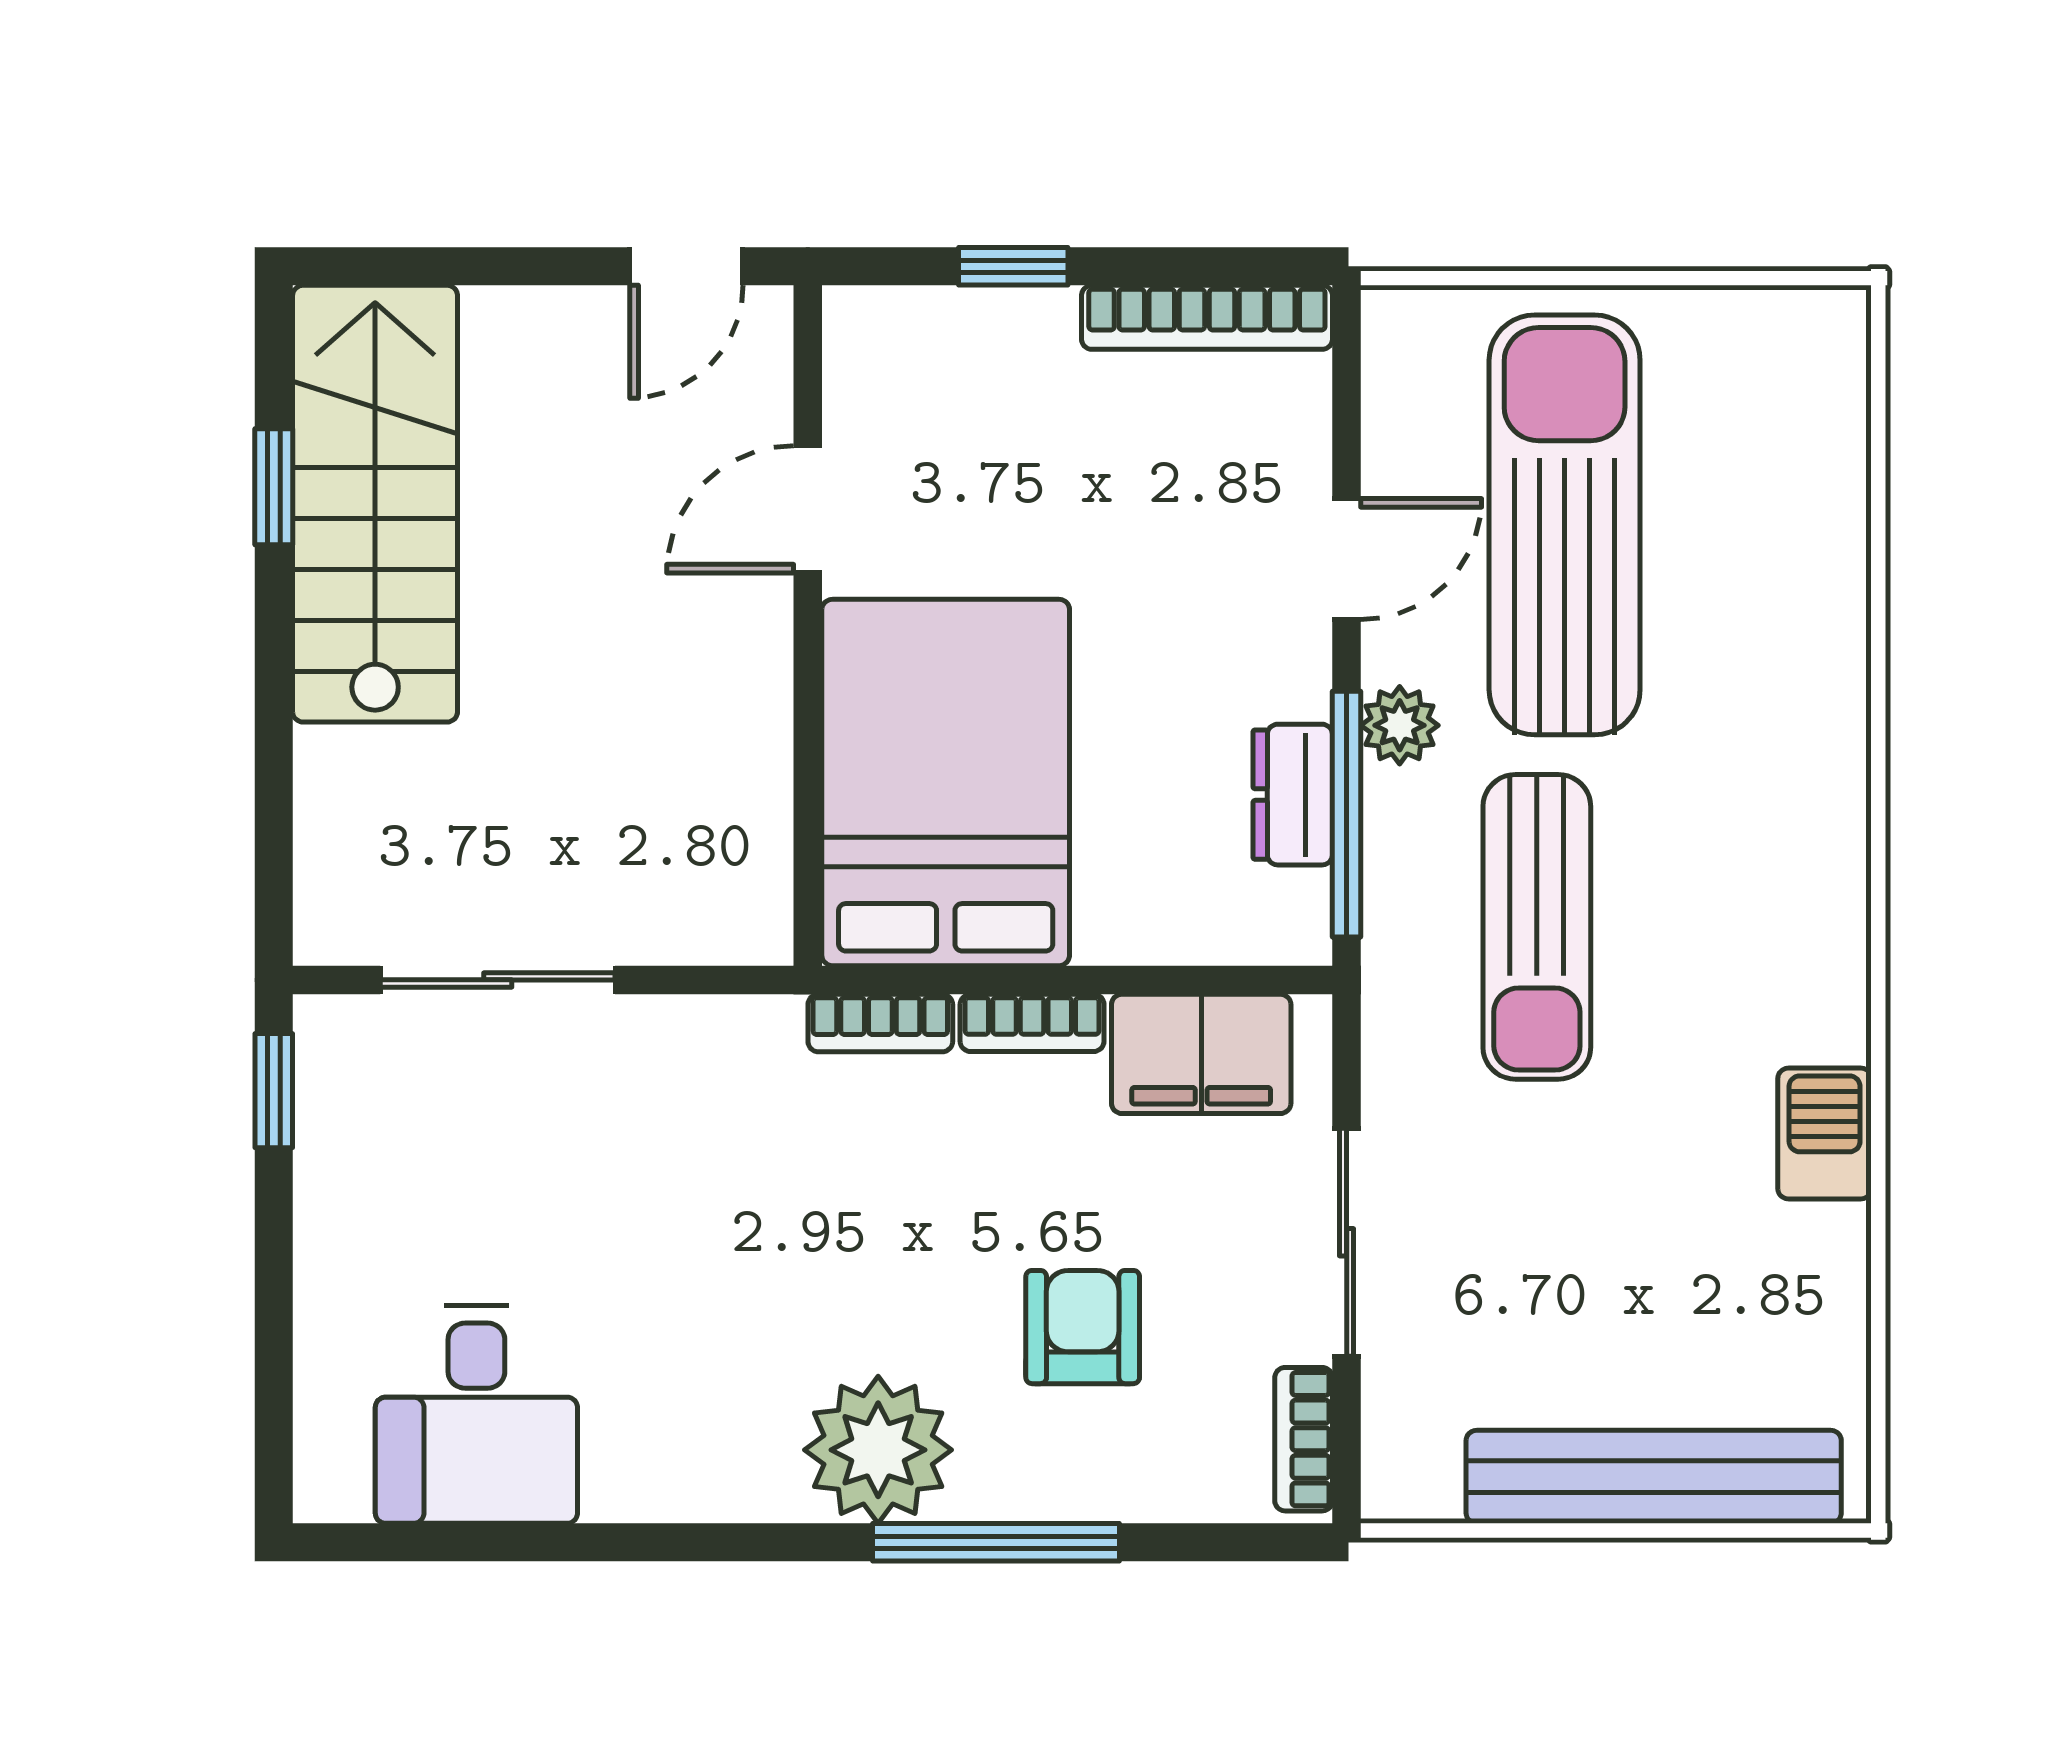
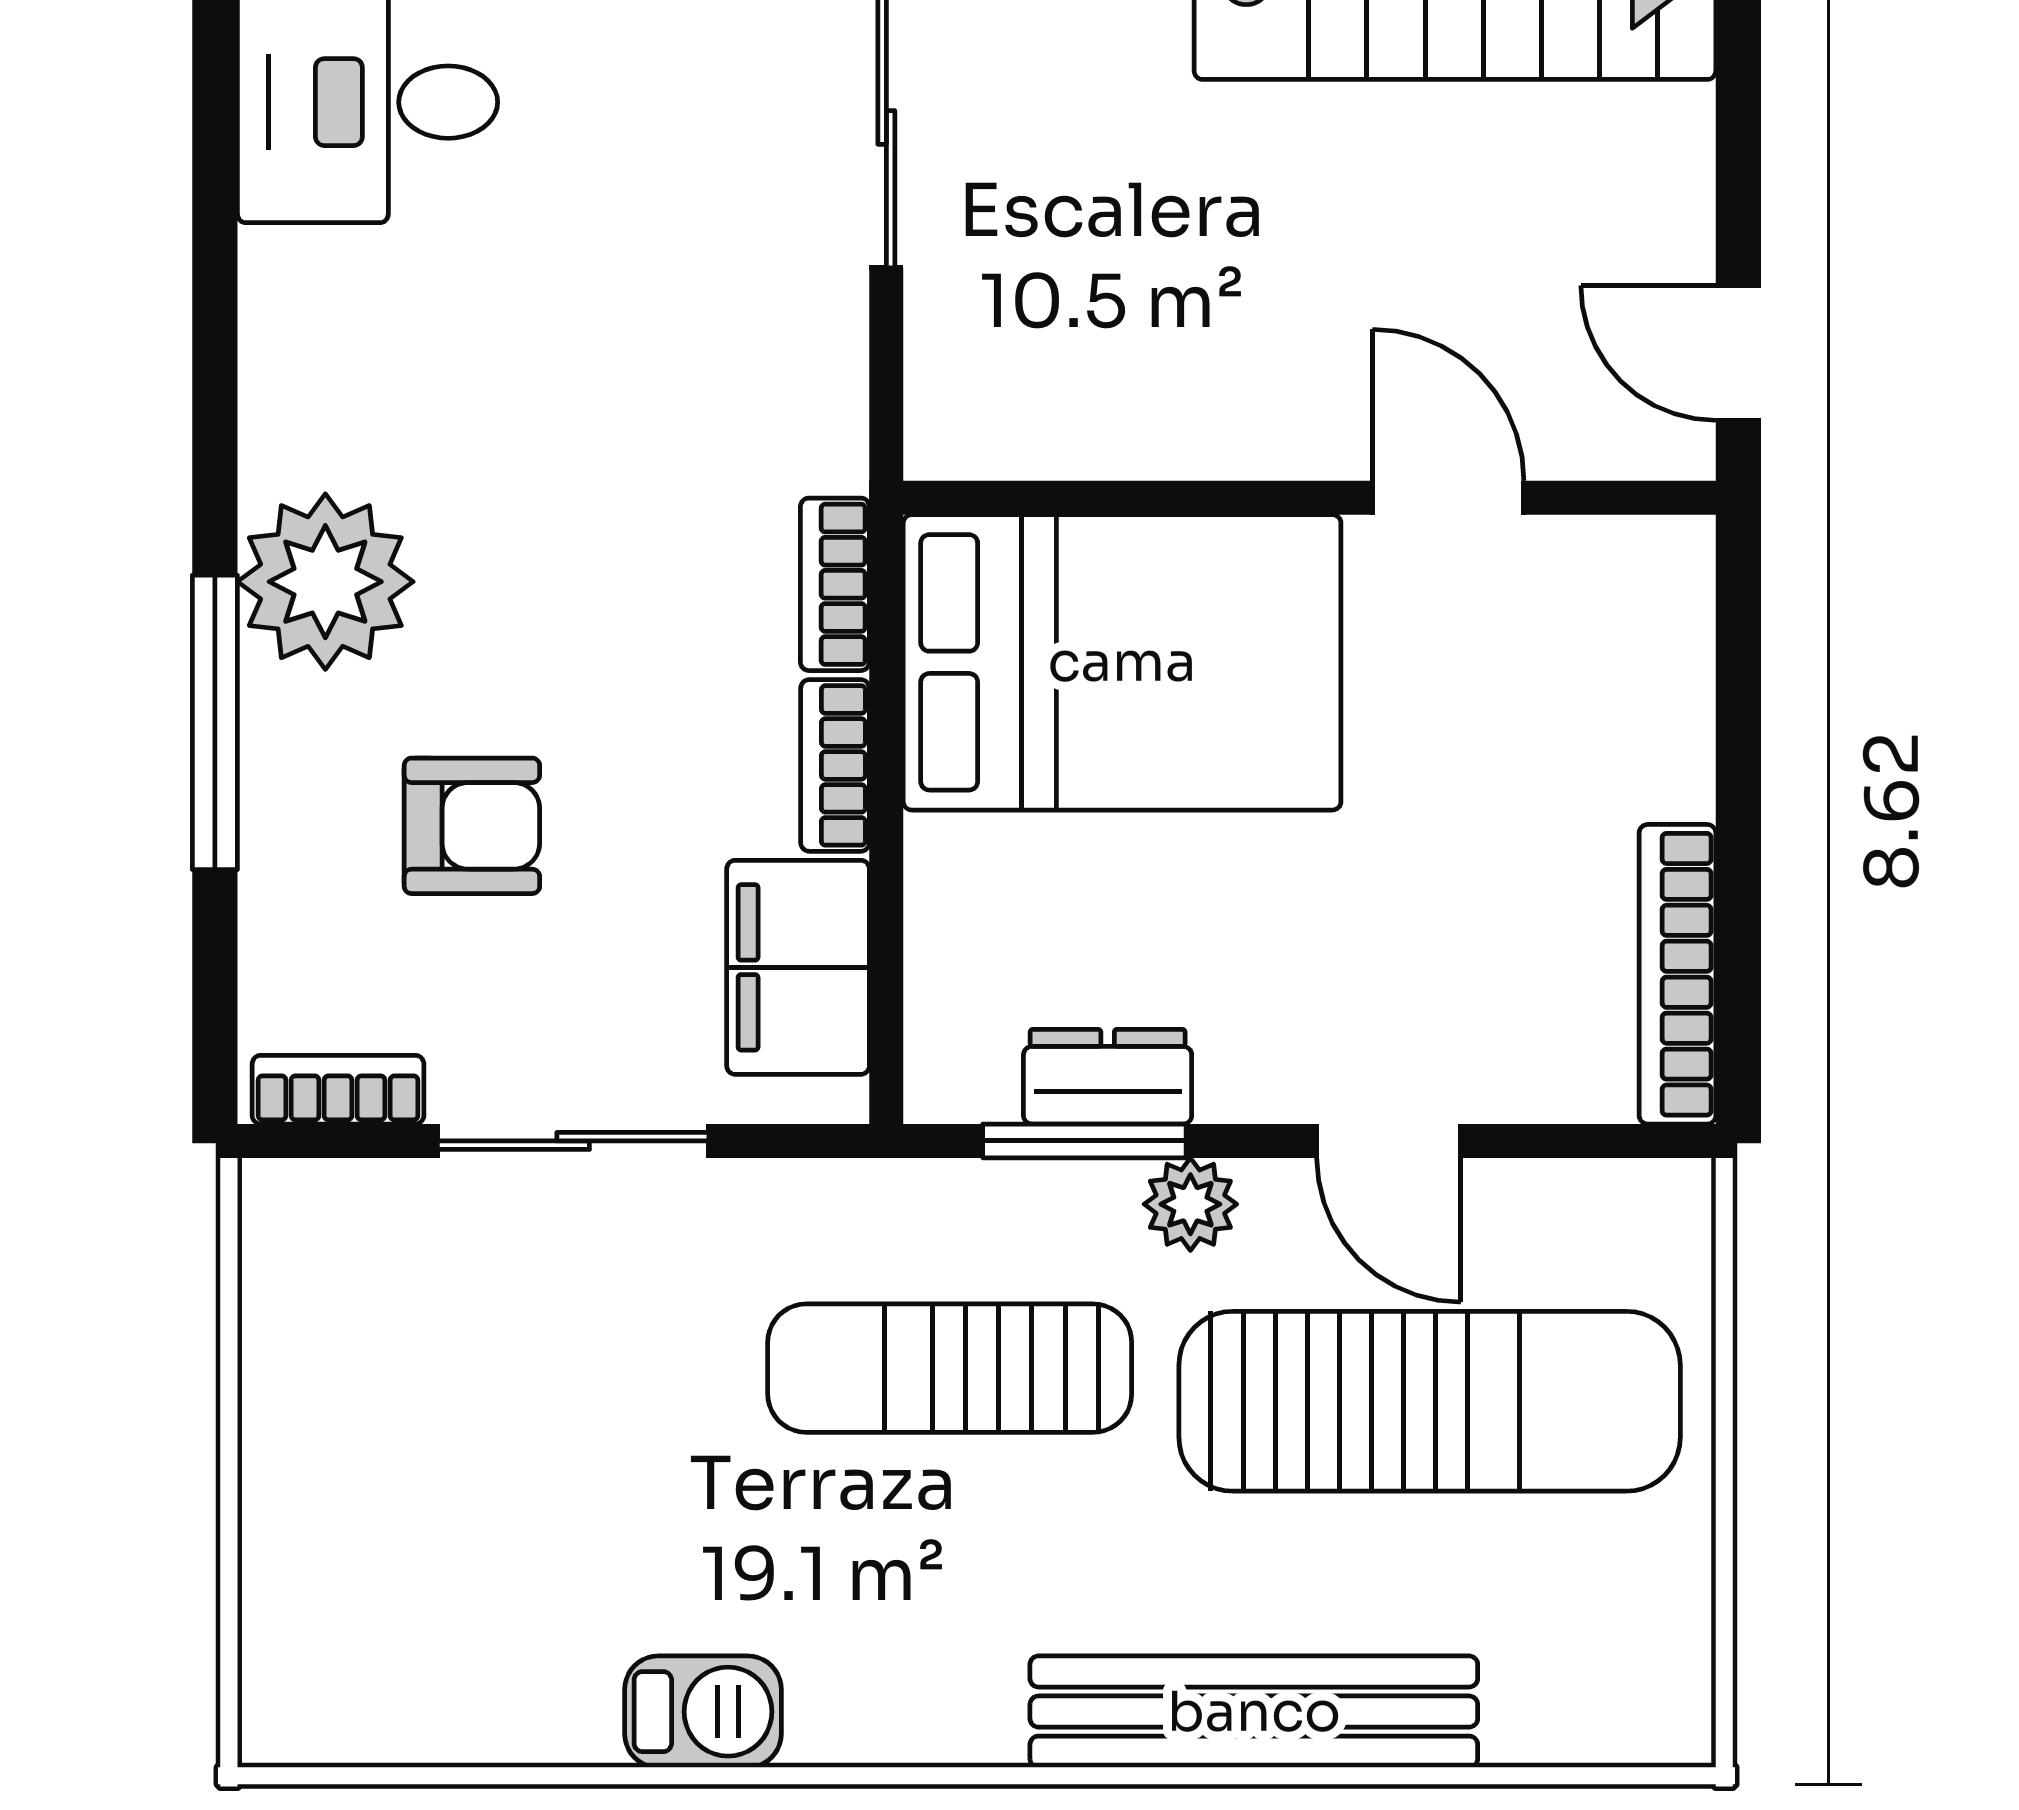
window: (1013, 266) -> (1738, 743), removed
window: (1347, 814) -> (1084, 1141), width x0.69
bench: (1654, 1477) -> (1254, 1712), moved, turned 90

